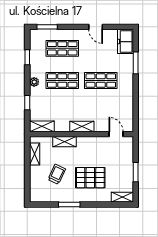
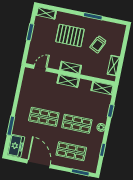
door: (96, 27) -> (39, 164), width x1.87
door: (116, 134) -> (40, 68), swing flipped
shelving: (65, 142) -> (71, 68), moved

